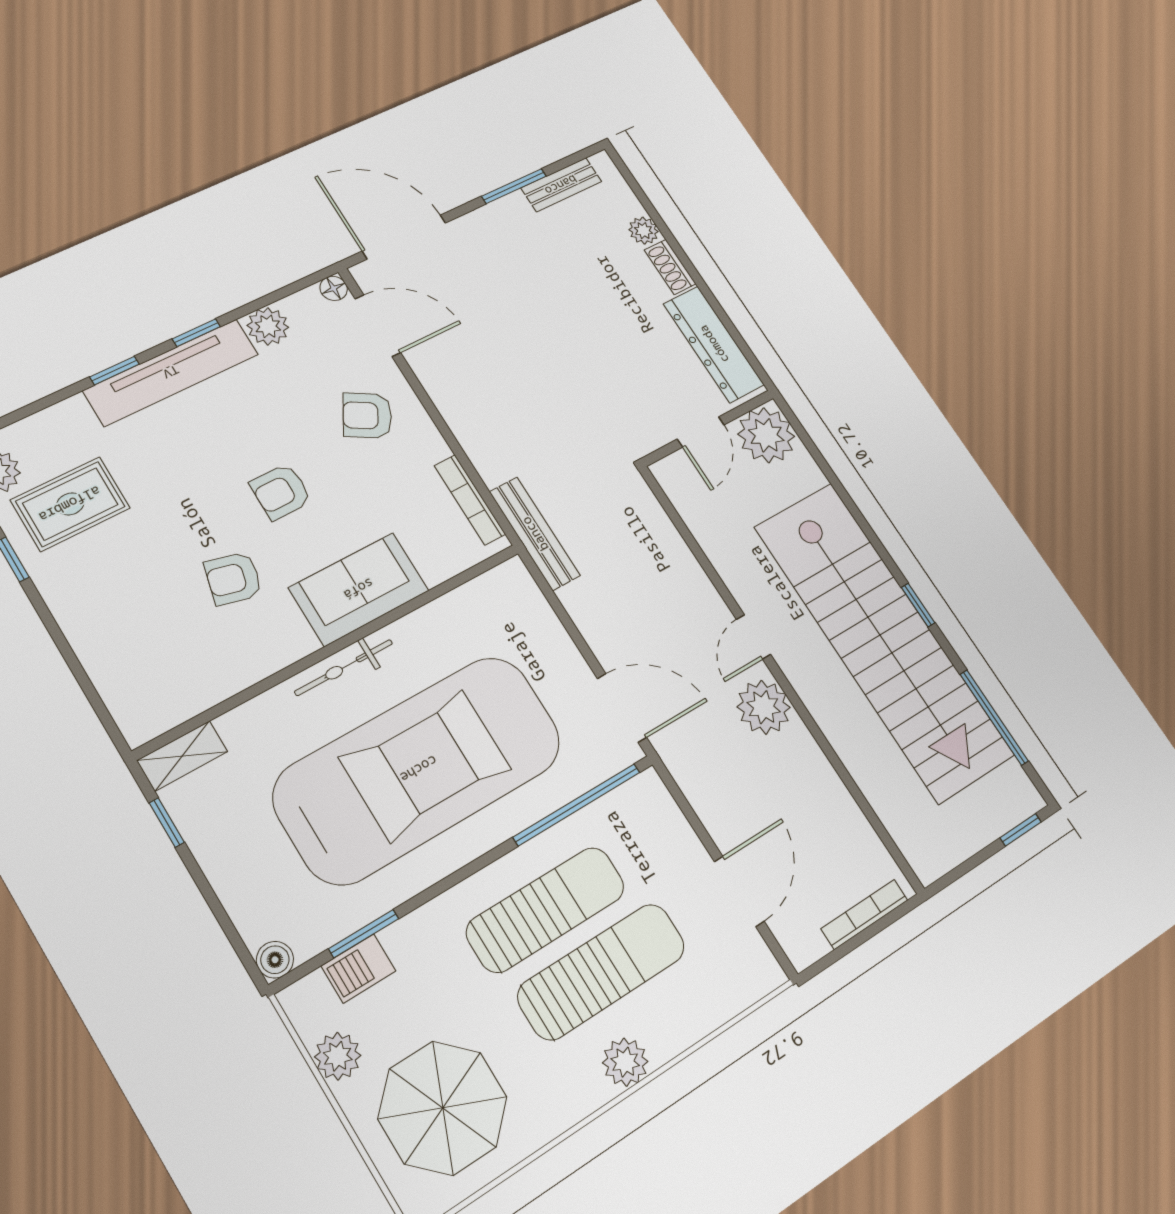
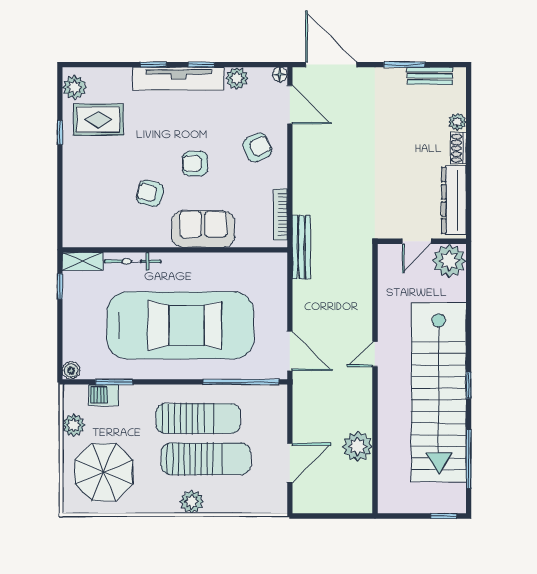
armchair: (367, 416) -> (257, 147), turned 125
bicycle: (344, 668) -> (133, 261), moved
plant: (764, 707) -> (357, 446), moved
bookcase: (865, 914) -> (341, 507), removed

